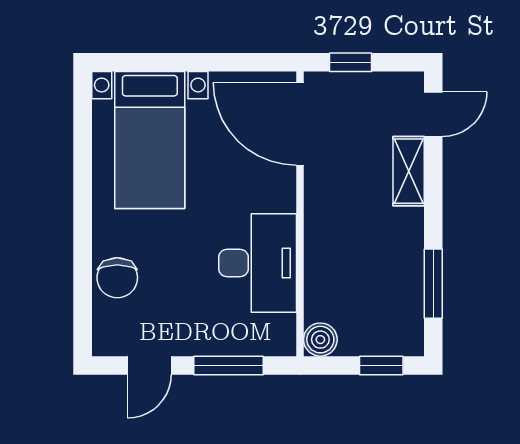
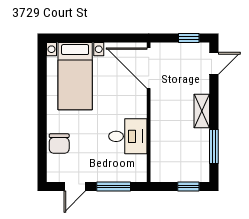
window: (350, 62) -> (189, 38), moved
shelving: (409, 171) -> (202, 111), moved
desk: (258, 263) -> (128, 136), width x0.73
boiler: (320, 340) -> (159, 174), removed

